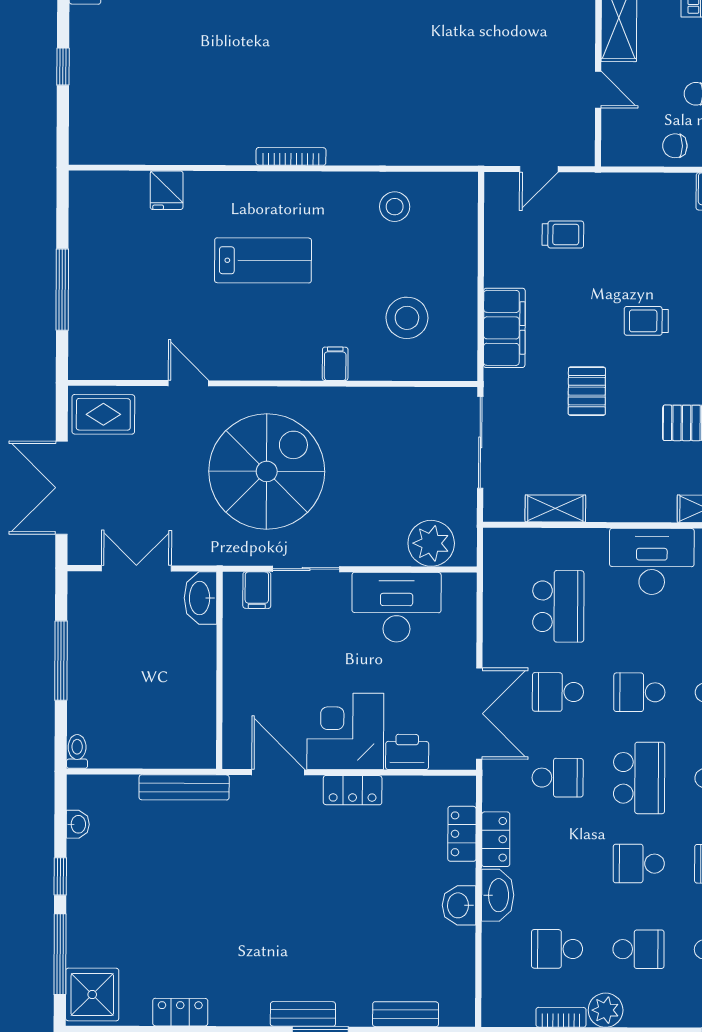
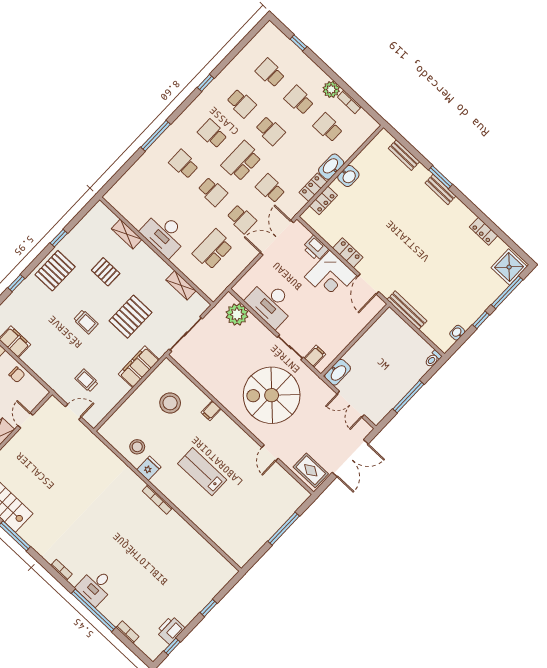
fridge: (167, 190) -> (149, 468), moved
pallet: (587, 391) -> (130, 317), width x1.50, depth x1.42
school desk: (557, 949) -> (328, 128), turned 180

